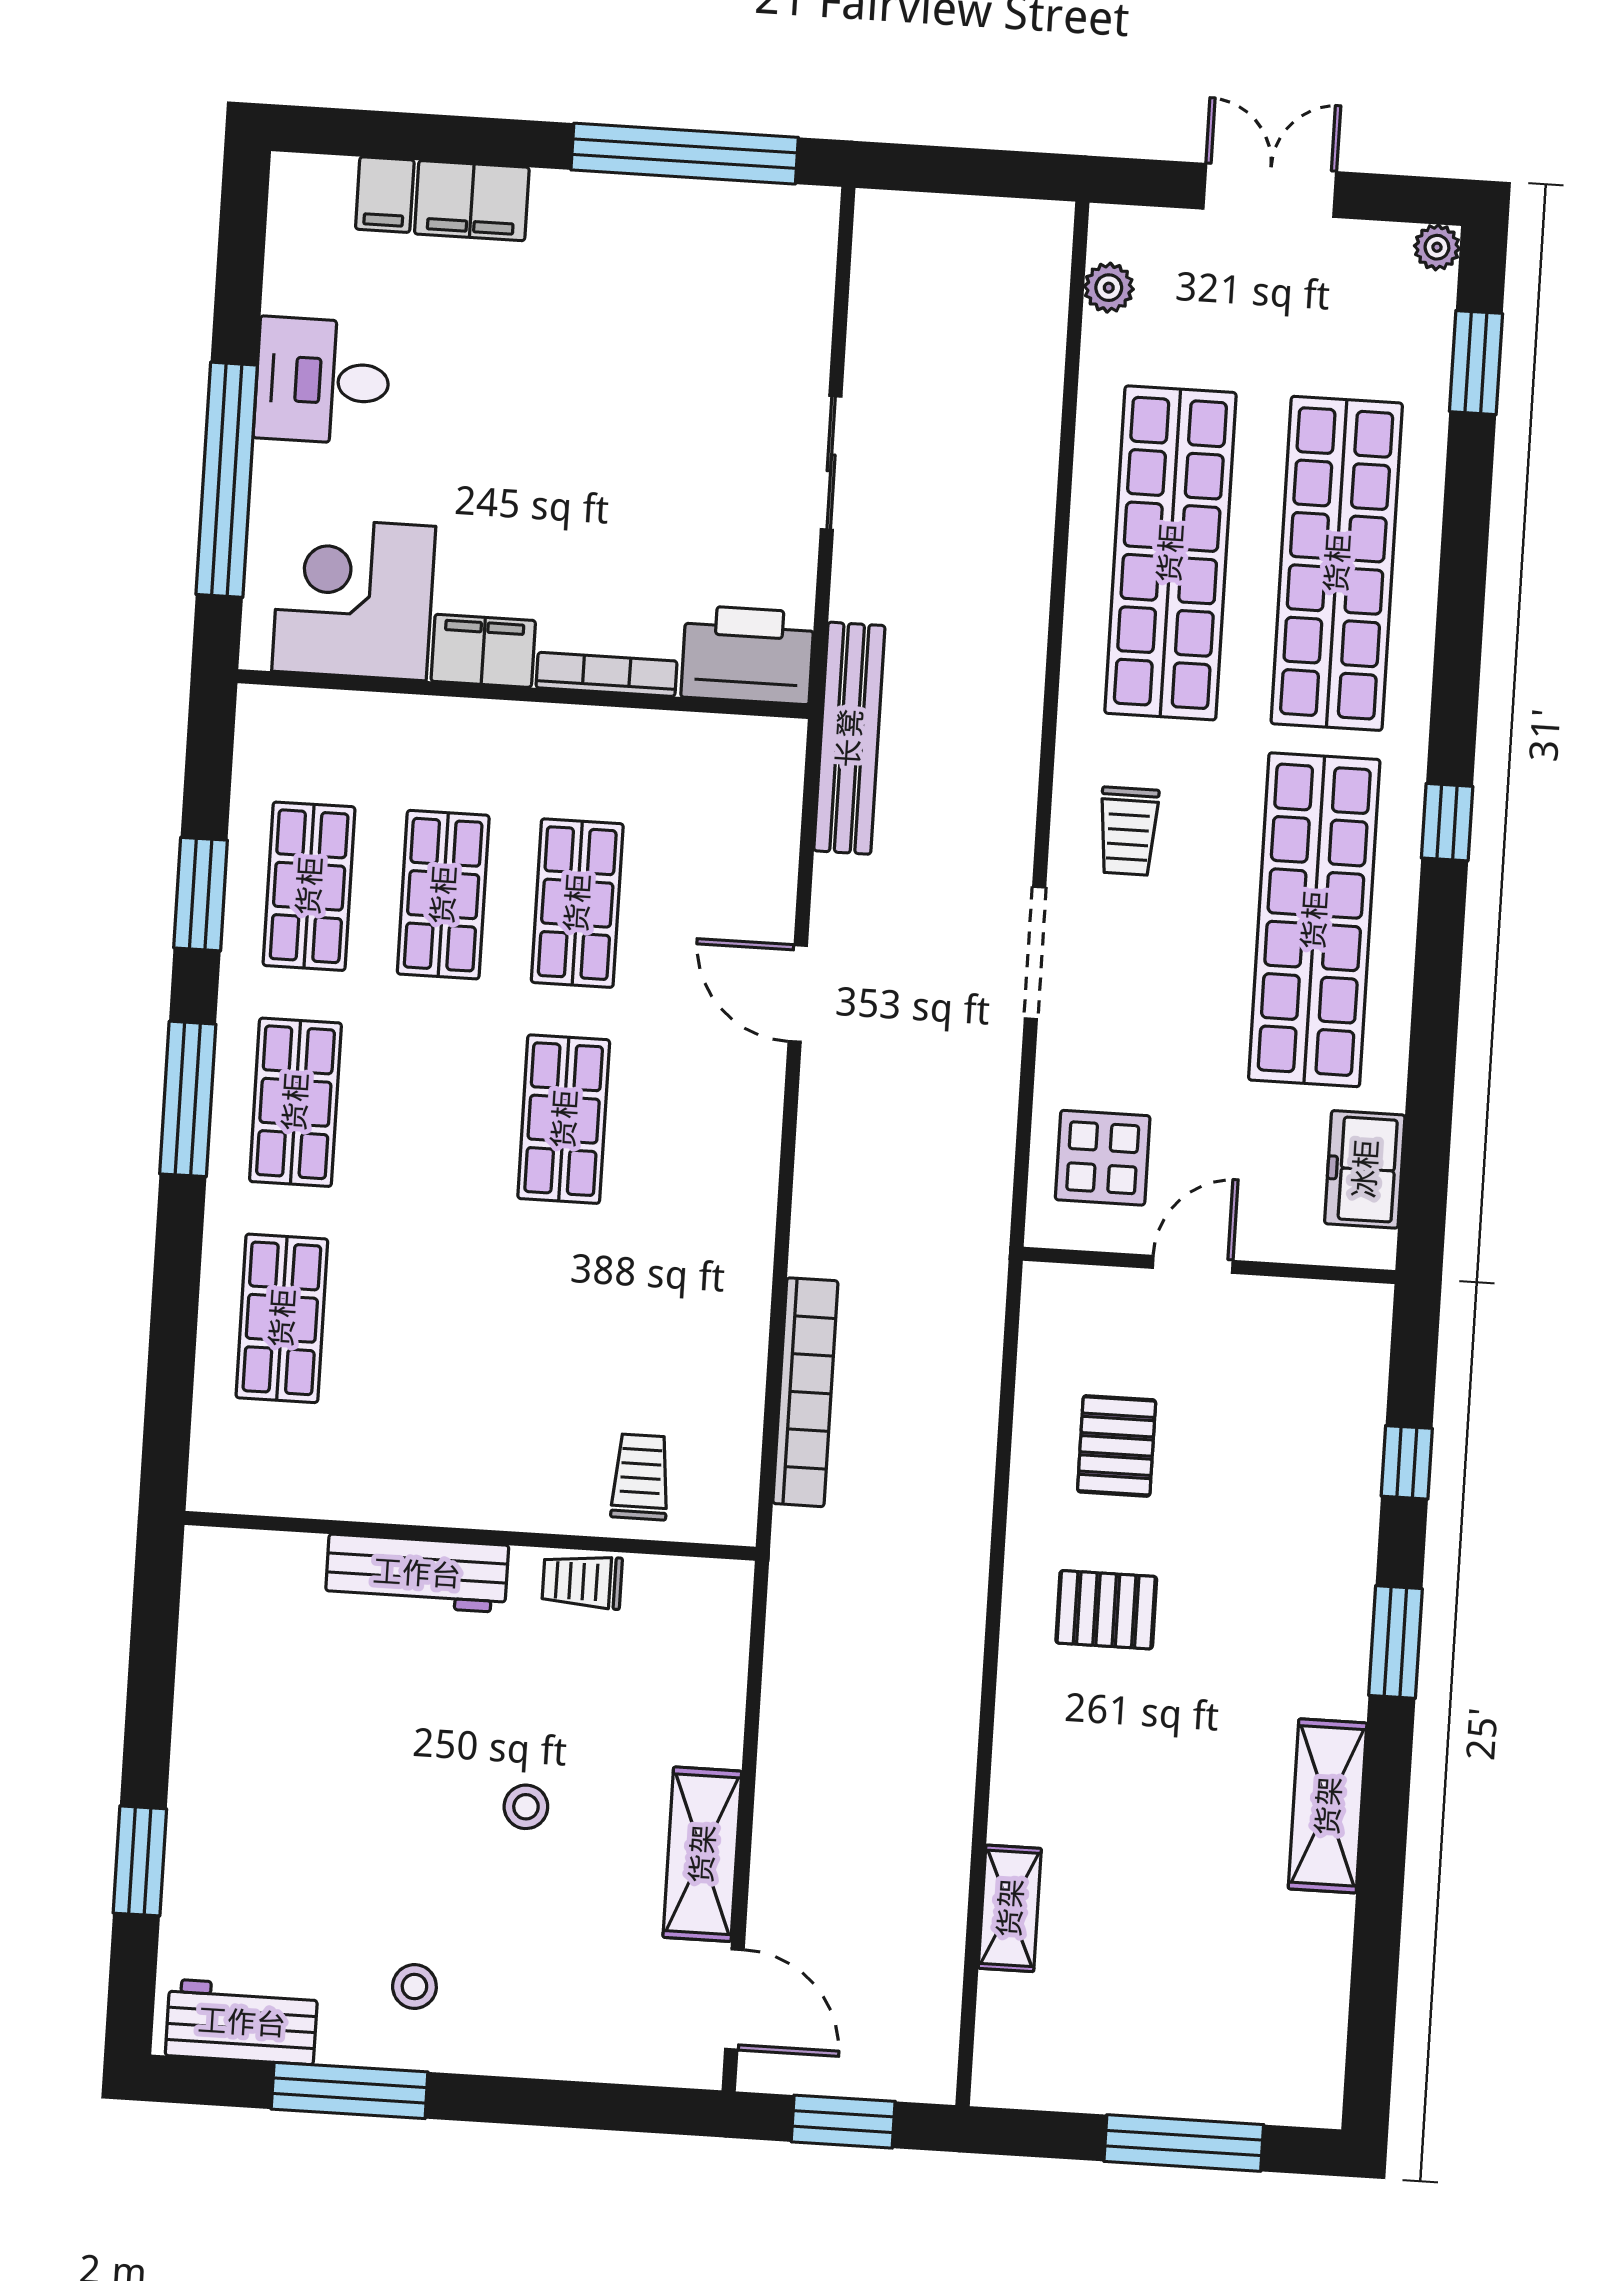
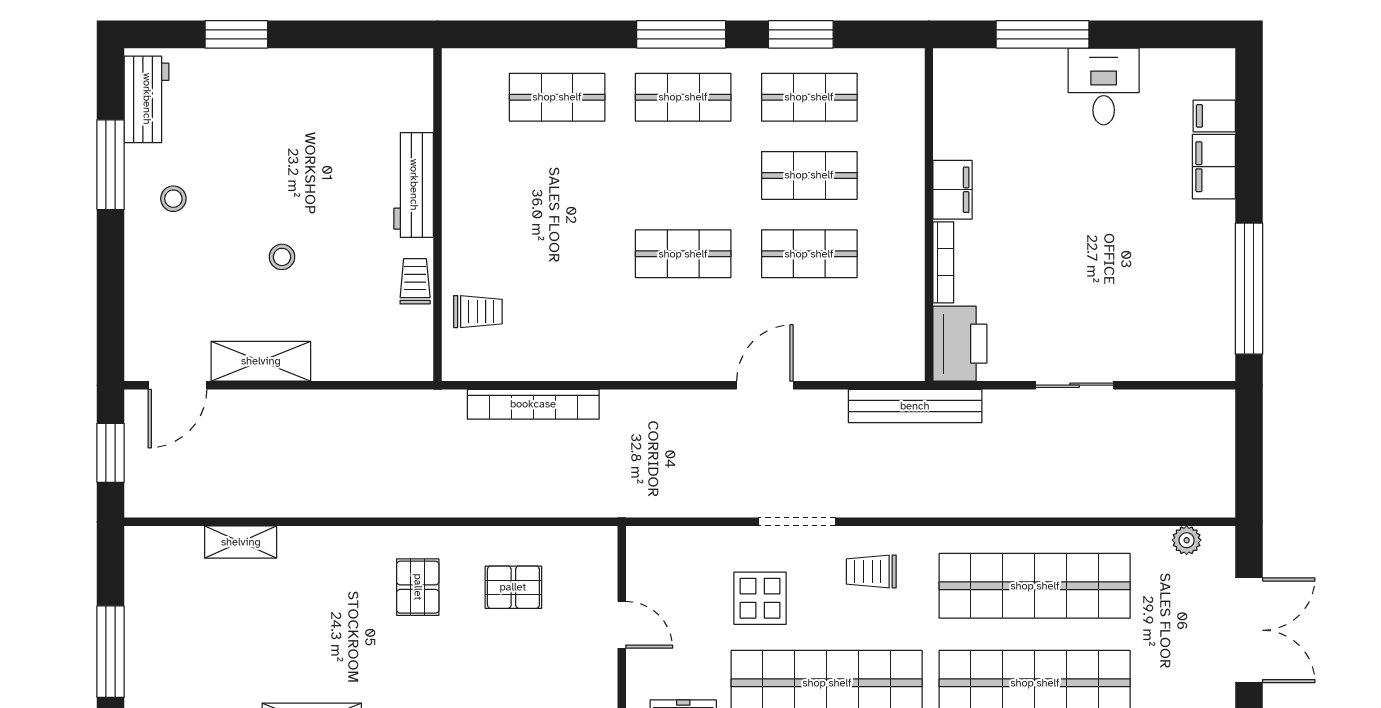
double door: (1270, 190) -> (1249, 630), width x1.37
window: (227, 480) -> (1043, 34), width x0.68
corner desk: (354, 599) -> (978, 113), removed
display table: (1103, 1158) -> (760, 598), moved

